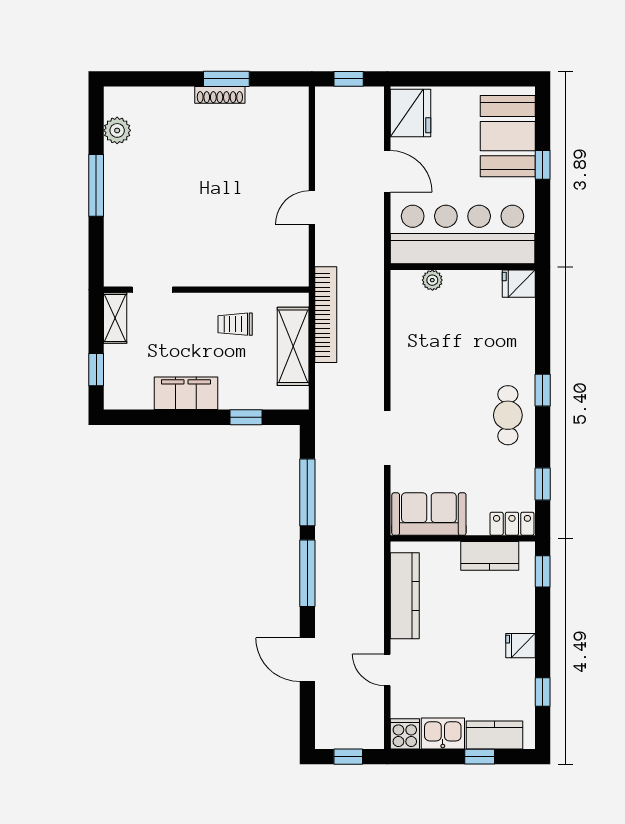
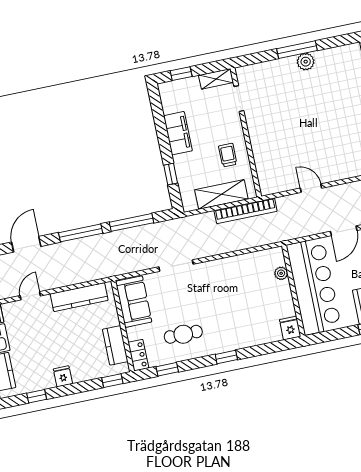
plant: (117, 130) -> (306, 62), moved
cafe table: (508, 415) -> (183, 334), moved

